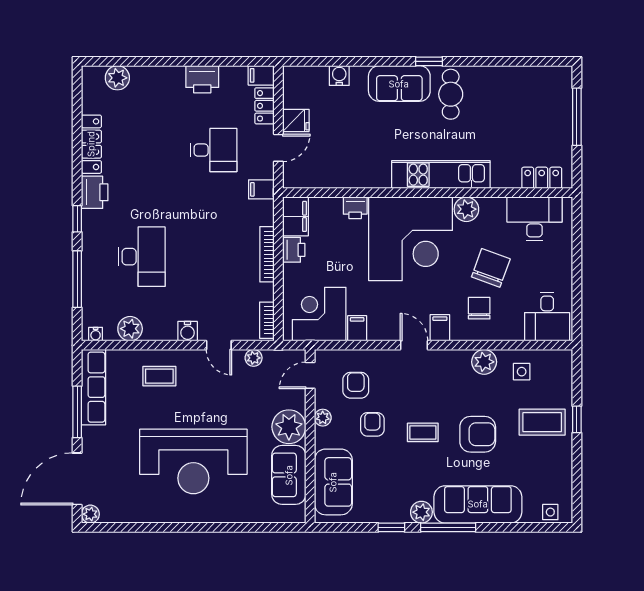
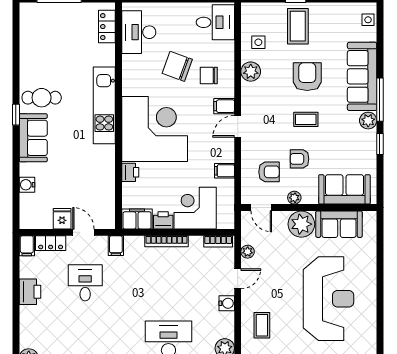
plant: (466, 209) -> (131, 85), removed
corner desk: (319, 314) -> (195, 208), moved, turned 90
armchair: (356, 385) -> (269, 172), turned 180
coffee table: (423, 432) -> (306, 119), turned 90

